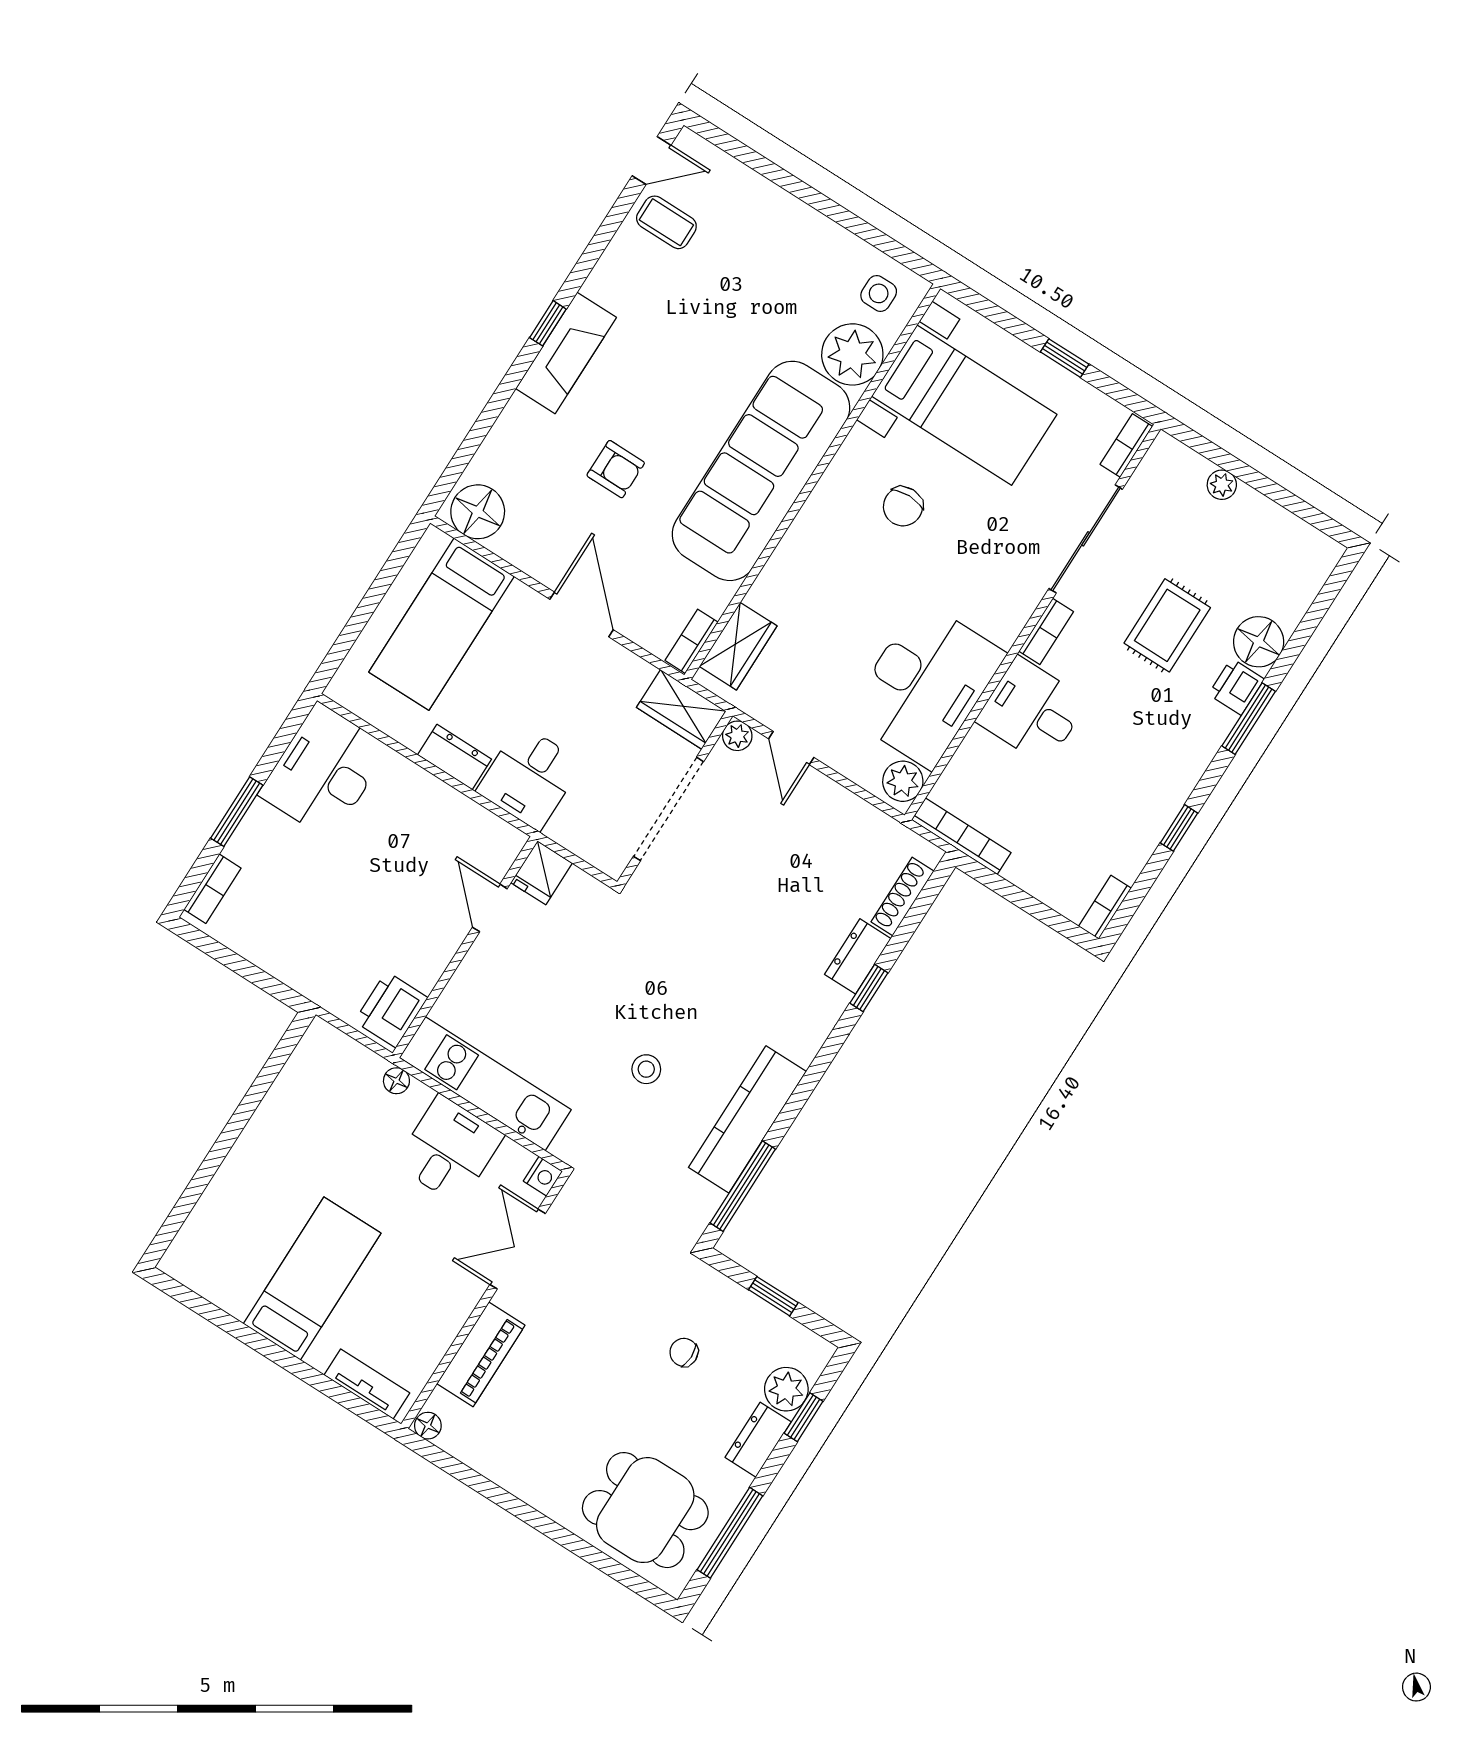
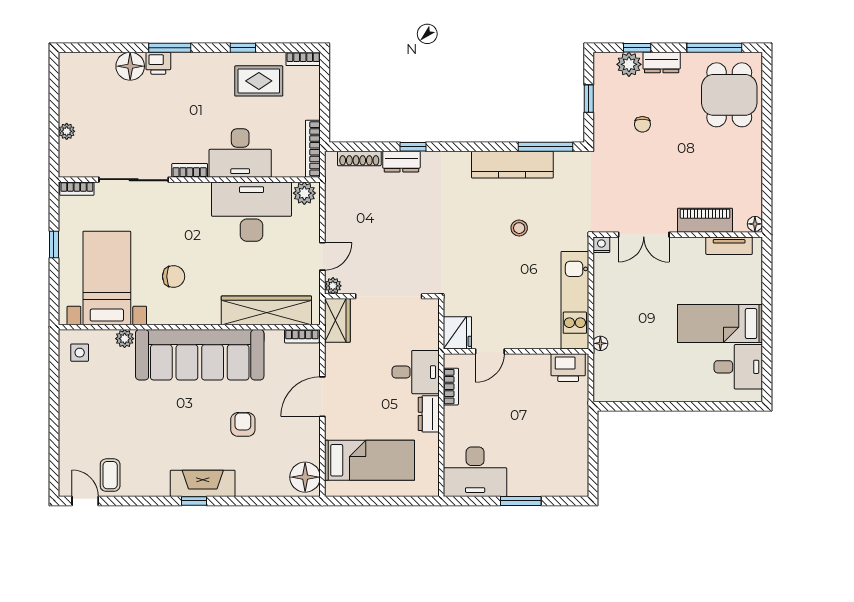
plant: (852, 354) -> (125, 339), width x0.53, depth x0.53
rug: (1167, 625) -> (259, 81), moved
wardrobe: (738, 646) -> (266, 310), width x2.10, depth x1.17
desk: (1032, 711) -> (240, 153), width x1.37
fridge: (542, 873) -> (457, 333), width x1.38
bookcase: (212, 889) -> (451, 387), moved, turned 90
desk: (449, 1150) -> (738, 367), moved, turned 180
tv unit: (367, 1384) -> (729, 246), moved, turned -90

